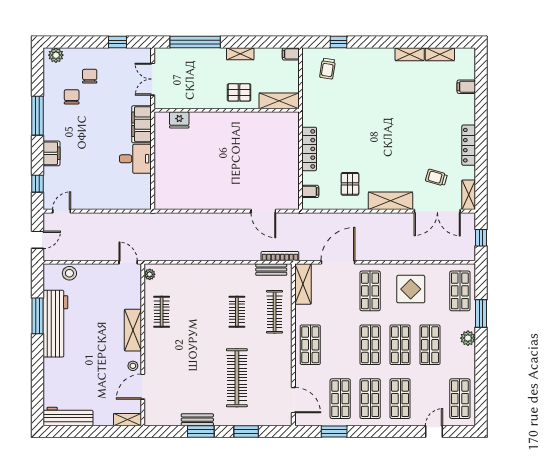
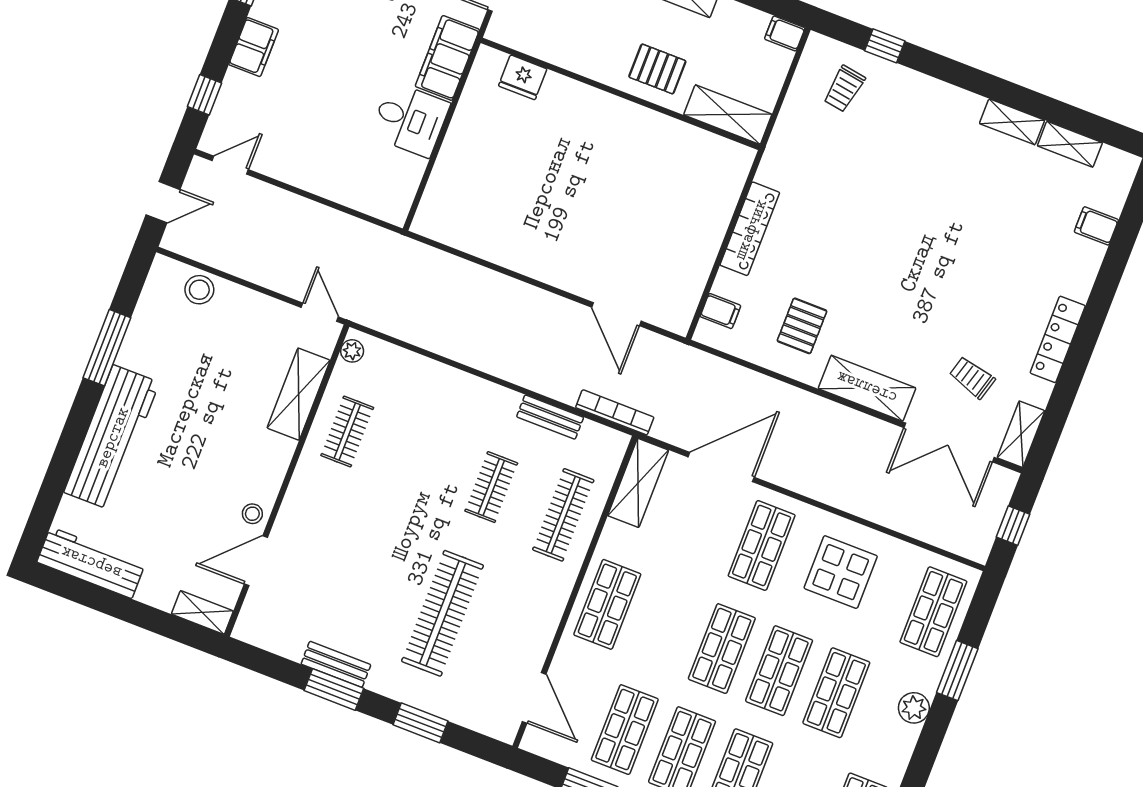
bench: (271, 270) -> (550, 417), moved
workbench: (55, 324) -> (112, 437), moved
shelving: (133, 330) -> (299, 394), moved

